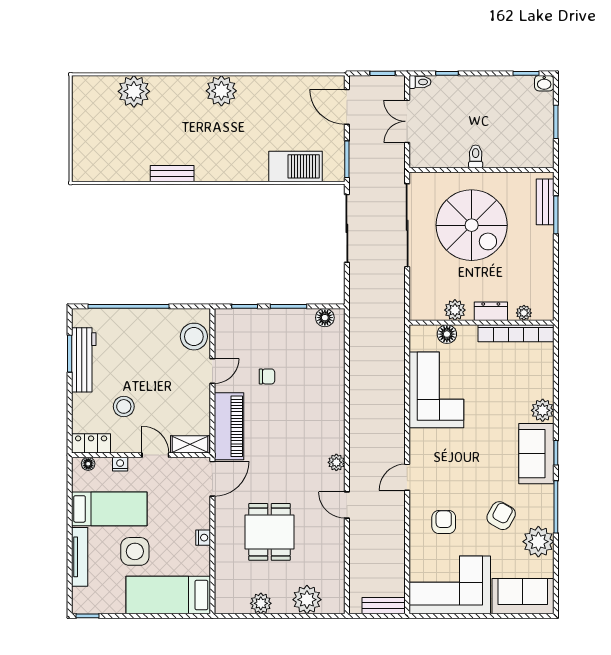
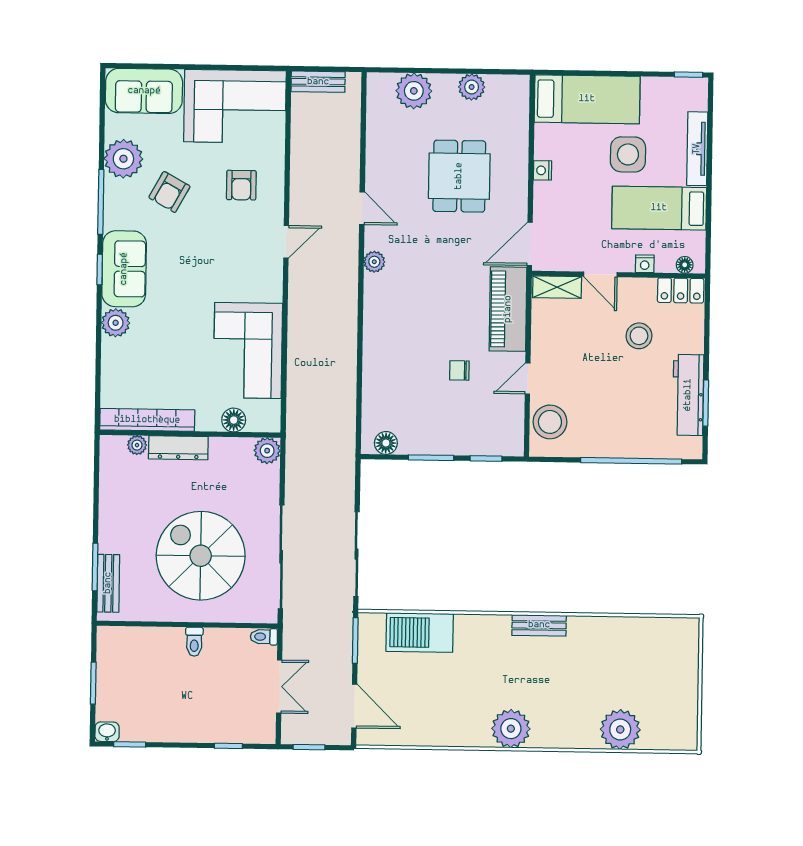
toilet: (420, 82) -> (264, 637), moved
bench: (172, 174) -> (539, 625), moved
plant: (455, 310) -> (267, 451), moved
dresser: (491, 311) -> (178, 448), width x1.44

